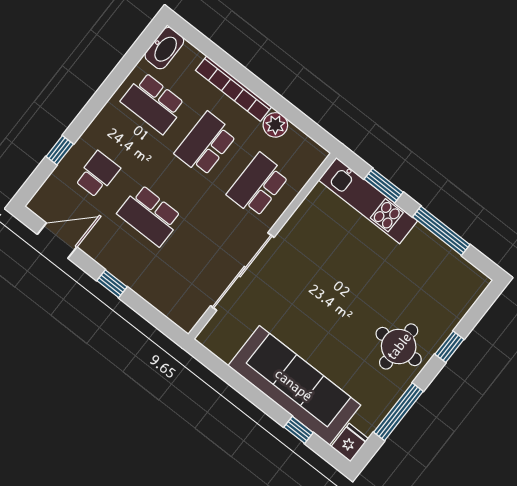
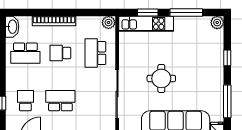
plant: (275, 125) -> (109, 22), moved
school desk: (206, 144) -> (60, 53), width x0.54
school desk: (150, 215) -> (60, 101), turned 180
plant: (476, 282) -> (217, 23), added
round table: (399, 346) -> (161, 78), moved

